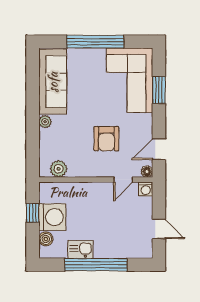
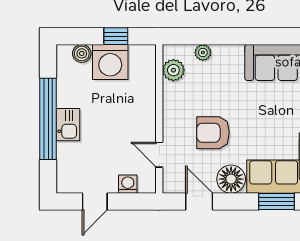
plant: (45, 122) -> (203, 52), moved
floor lamp: (147, 172) -> (231, 179), moved, width x1.89, depth x1.89
washing machine: (146, 189) -> (128, 184), moved, turned 90
kitchen sink: (81, 249) -> (68, 125), moved

